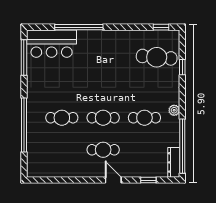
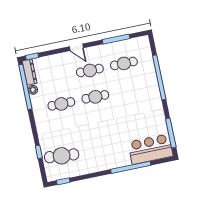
plant: (174, 110) -> (33, 90), moved
cafe table: (62, 118) -> (124, 63), moved
window: (65, 180) -> (116, 39), added
window: (148, 180) -> (32, 56), moved

